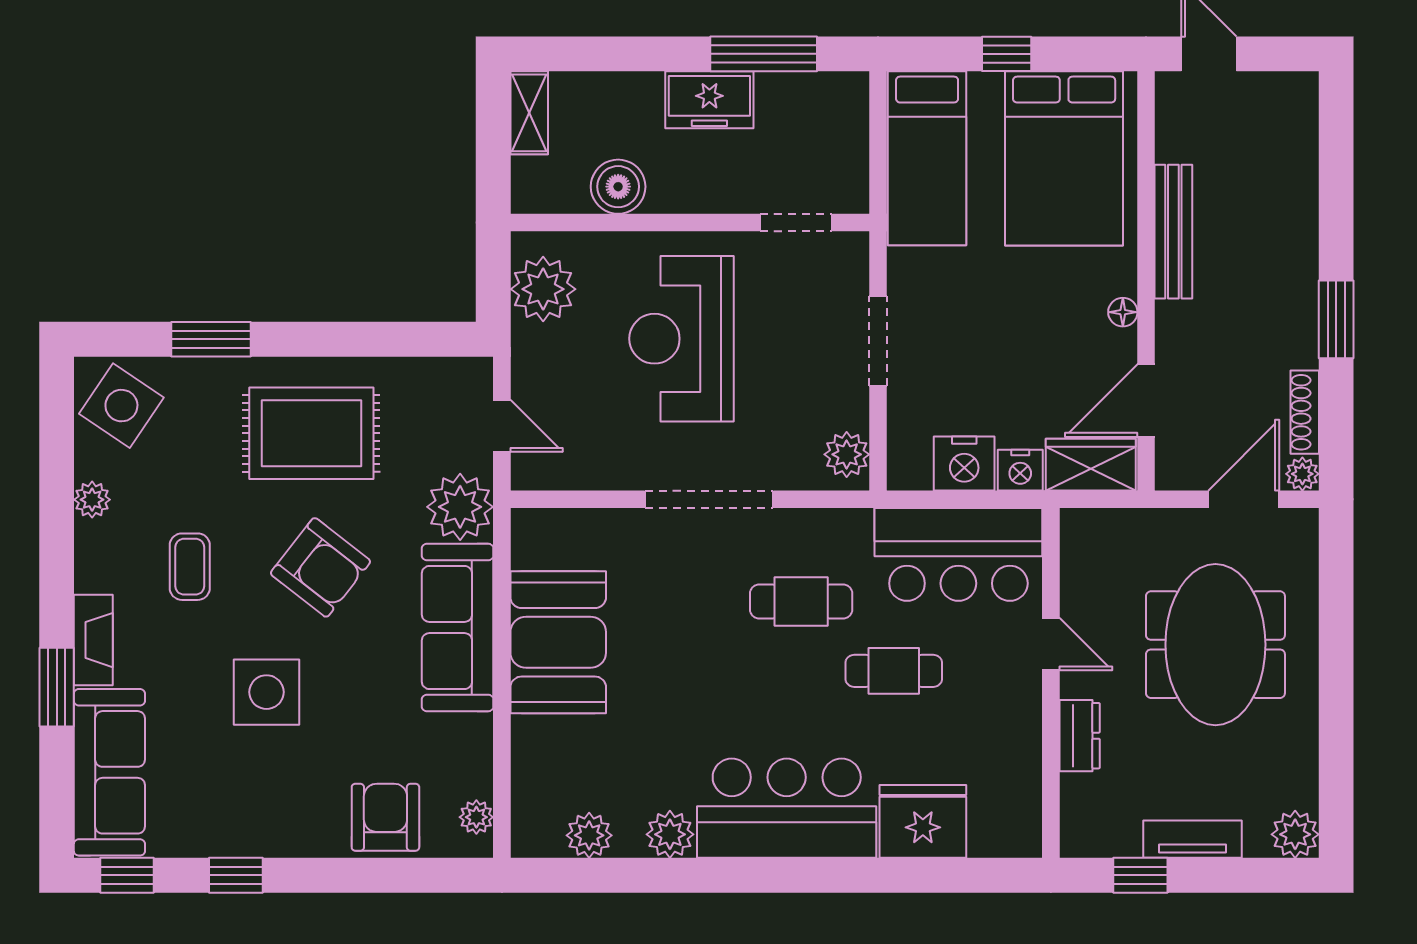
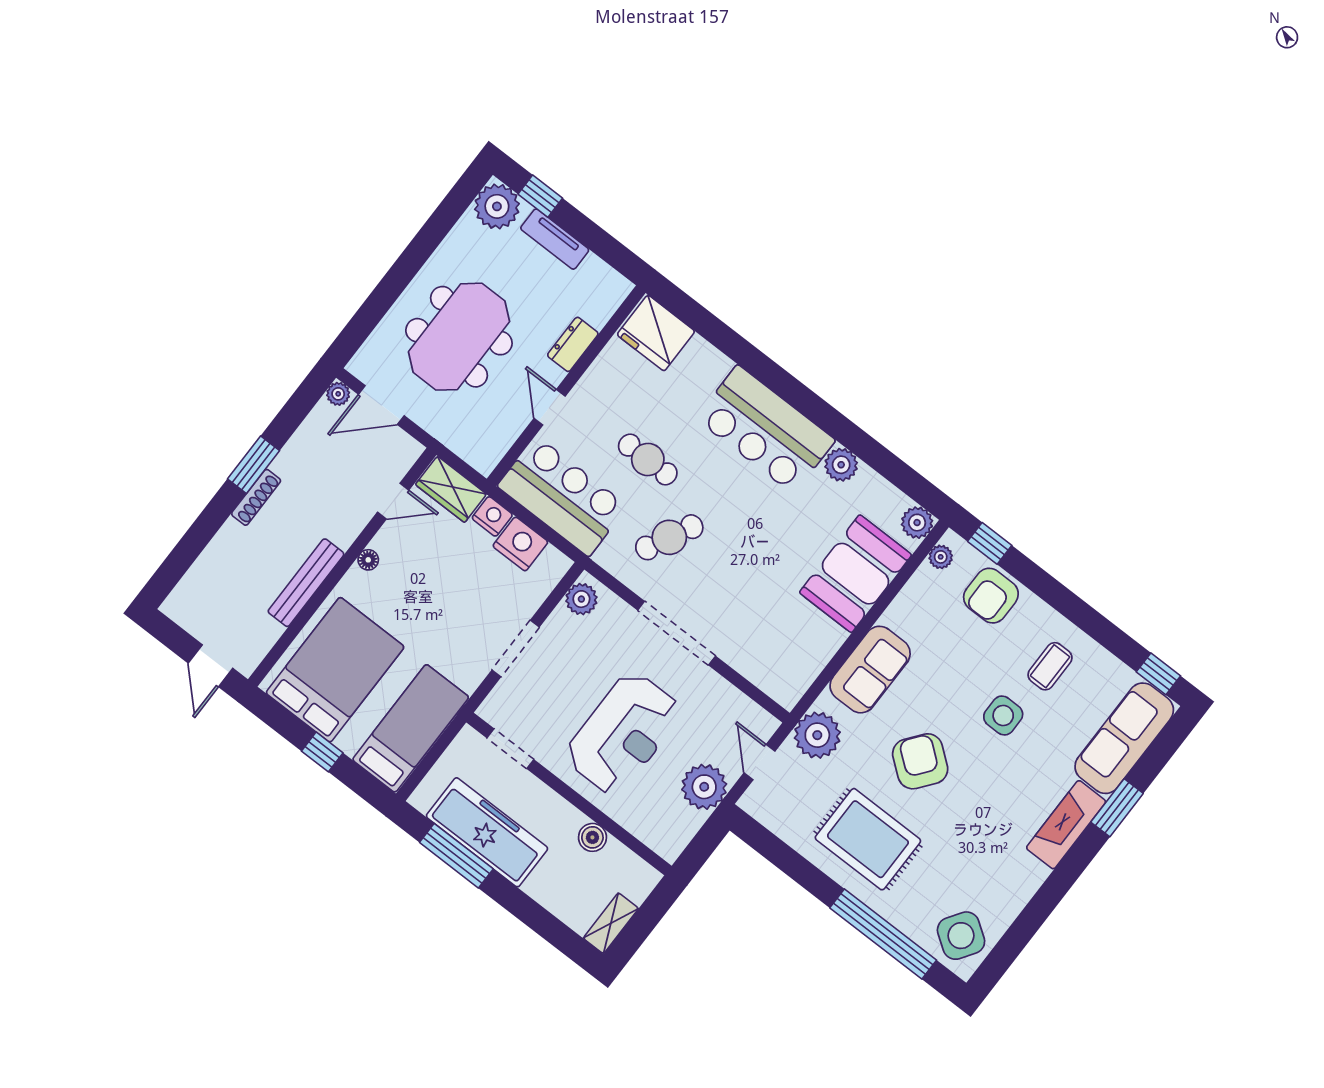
freezer: (709, 100) -> (487, 832), width x1.91, depth x1.26
boiler: (618, 187) -> (592, 837), width x0.73, depth x0.73
plant: (543, 289) -> (704, 787), moved
window: (211, 339) -> (883, 934), width x2.11
door: (1146, 401) -> (393, 501), width x0.73
shoe rack: (1305, 412) -> (256, 497), moved
plant: (92, 500) -> (1017, 896), removed
coffee table: (190, 567) -> (1050, 666), moved
cafe table: (801, 601) -> (669, 537), turned -63
sofa: (458, 628) -> (870, 670), width x0.73
fireplace: (93, 640) -> (1066, 825), width x1.37, depth x1.32
booth: (558, 642) -> (855, 574), moved
side table: (266, 692) -> (1003, 715), width x0.73, depth x0.73
fridge: (923, 821) -> (656, 333), moved
plant: (1295, 834) -> (497, 206), width x1.36, depth x1.36
plant: (589, 835) -> (917, 523), moved
window: (236, 875) -> (990, 543), moved
window: (1140, 875) -> (540, 196), moved

